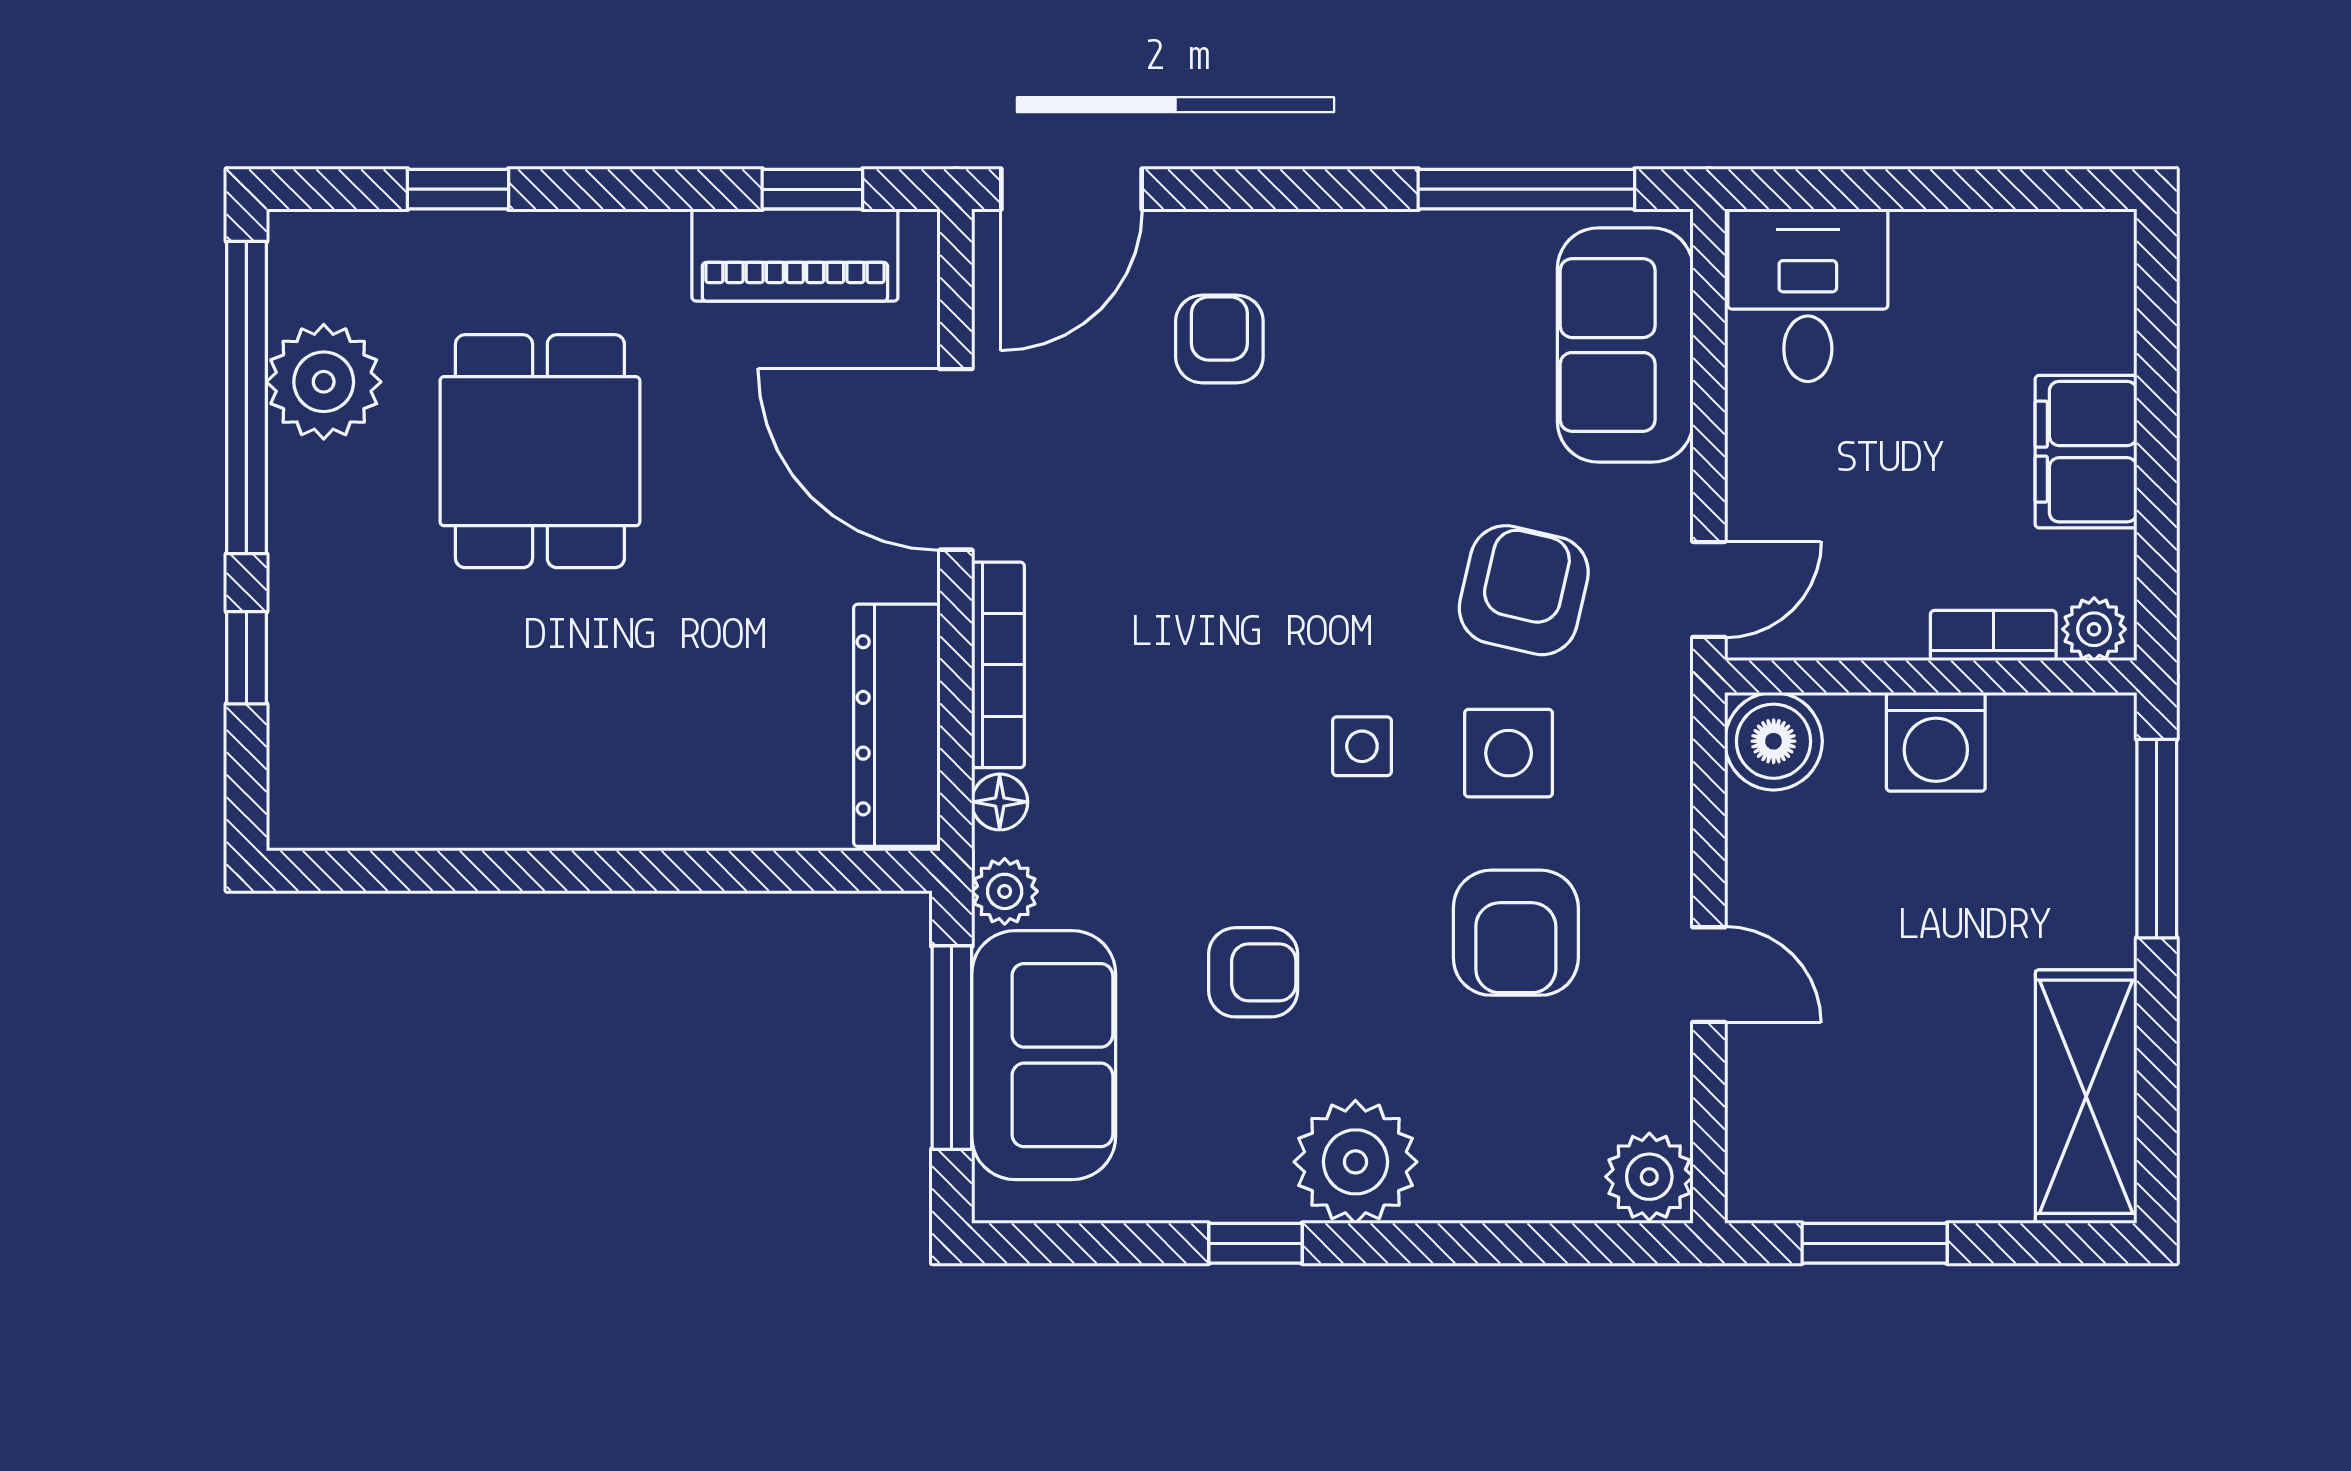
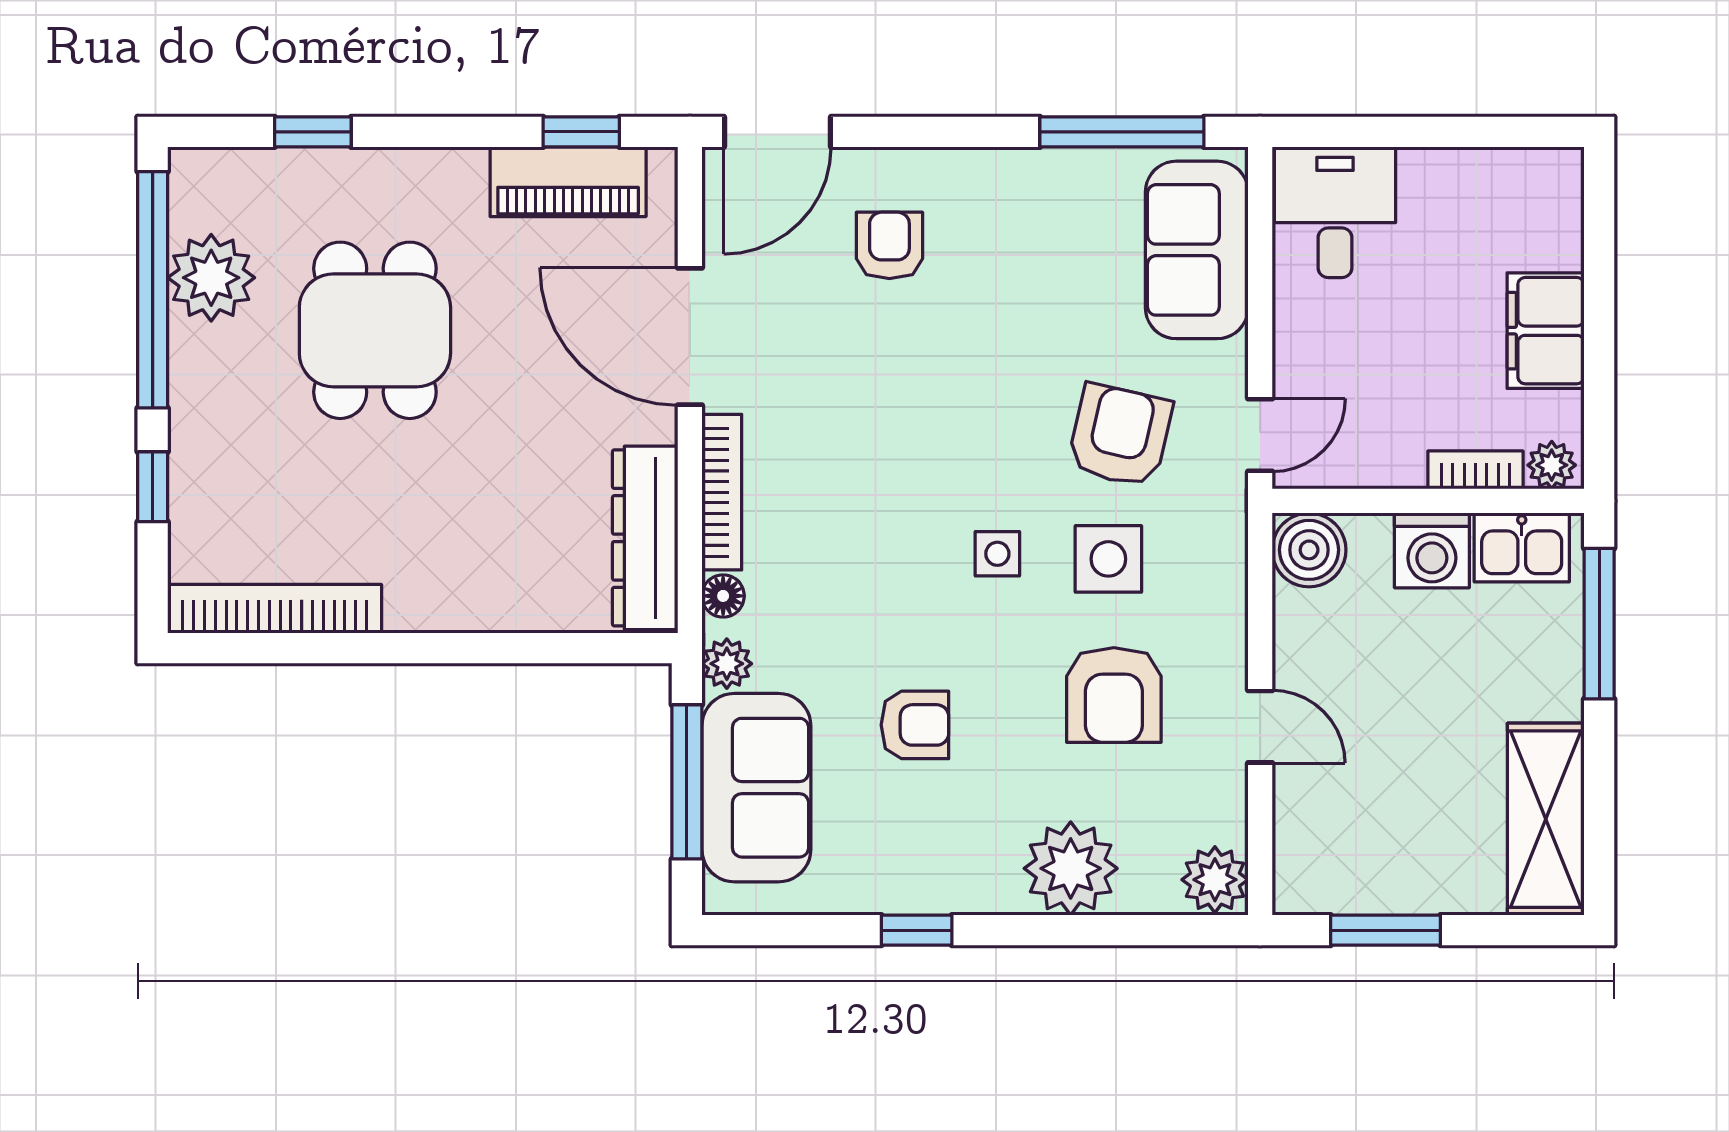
kitchen sink: (2054, 738) -> (1522, 547), added
bookcase: (408, 819) -> (275, 609), added
plant: (1355, 1162) -> (1071, 868), moved

